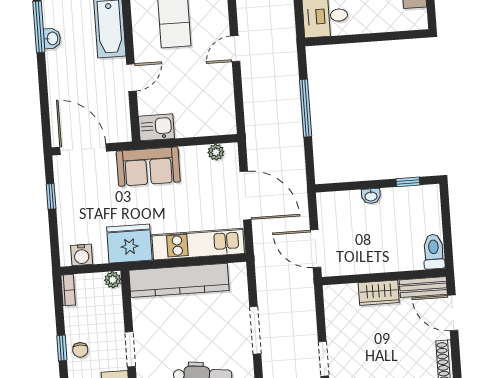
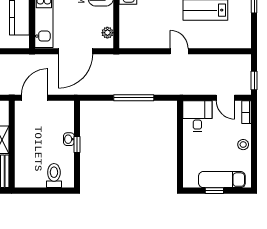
window: (408, 182) -> (77, 145), moved
toilet: (434, 252) -> (54, 176), moved, turned -90

